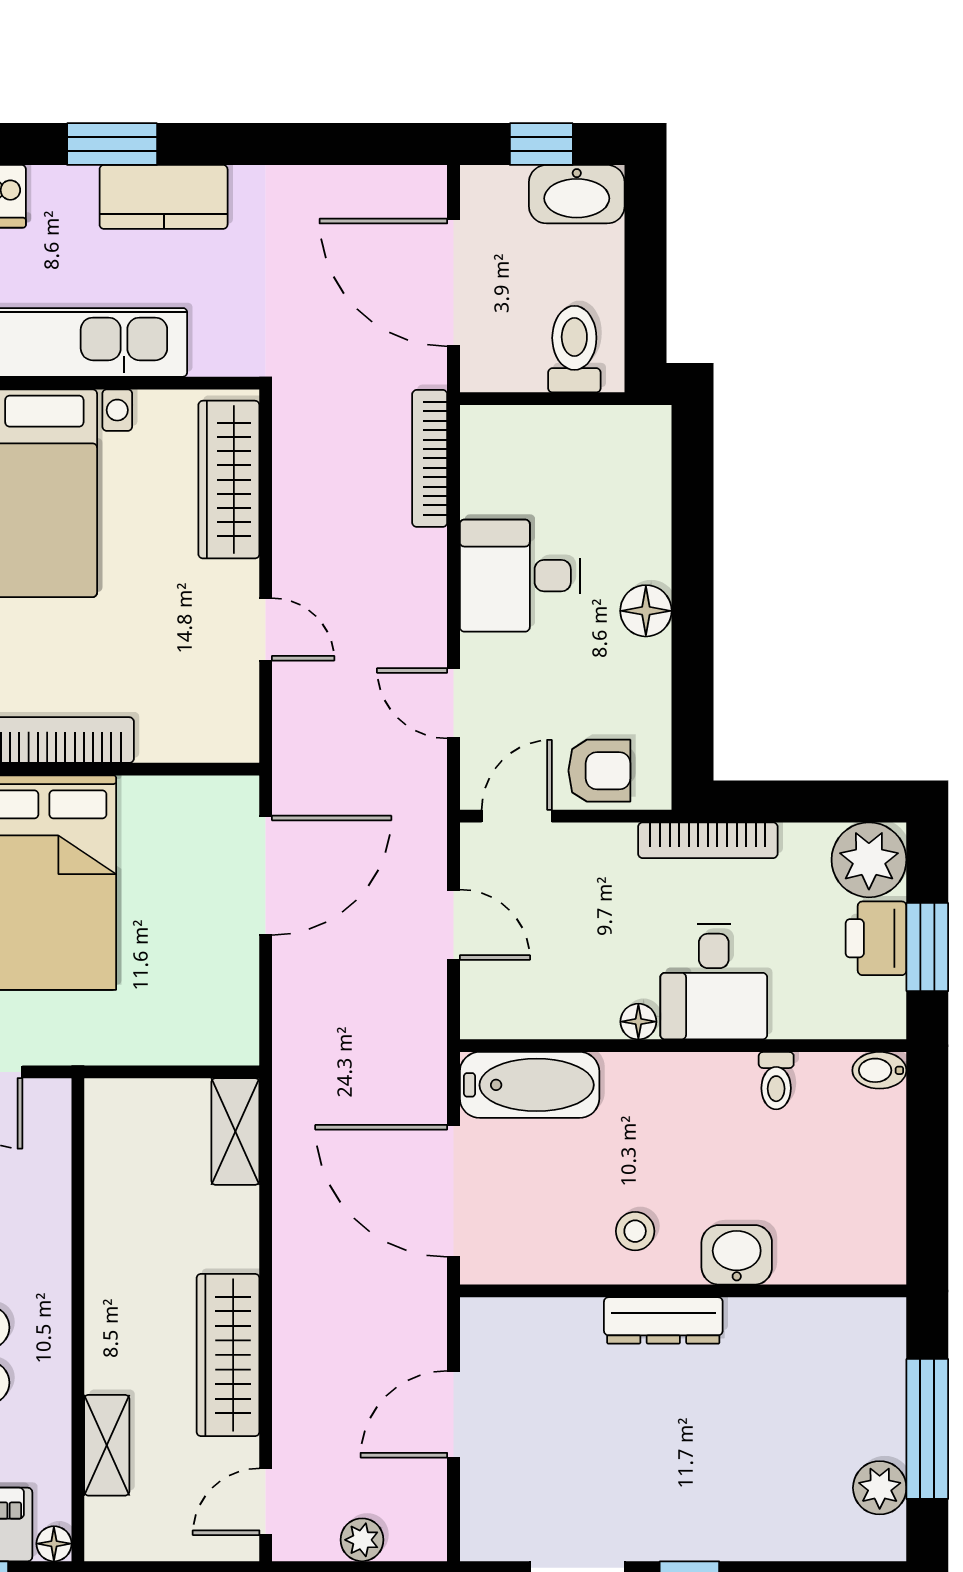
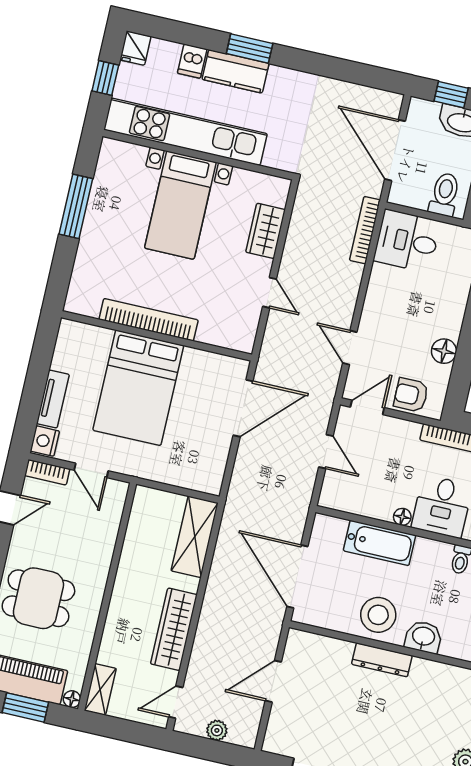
kitchen counter: (164, 197) -> (236, 71), moved
wardrobe: (229, 480) -> (266, 231), width x0.67
desk: (520, 576) -> (407, 241), moved
floor lamp: (646, 611) -> (444, 351), moved
armchair: (599, 771) -> (411, 395), turned 180
bathtub: (530, 1085) -> (379, 543), moved
shelving: (235, 1131) -> (195, 537), width x1.50, depth x1.33
stool: (635, 1231) -> (378, 615), width x1.89, depth x1.89
shelving: (107, 1445) -> (100, 689), moved

